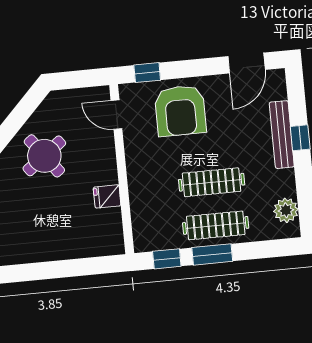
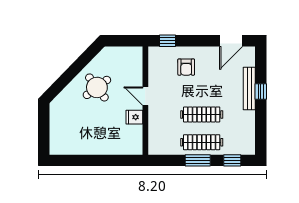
armchair: (180, 111) -> (186, 67), width x0.53, depth x0.53
door: (116, 115) -> (145, 96), moved
plant: (286, 210) -> (247, 137), removed
window: (167, 259) -> (232, 160), moved

